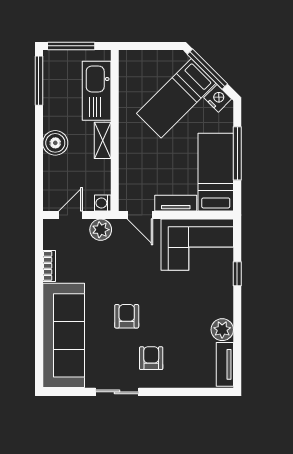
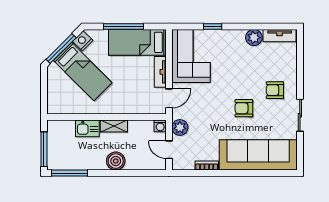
kitchen sink: (97, 91) -> (87, 128), width x0.53, depth x0.81

